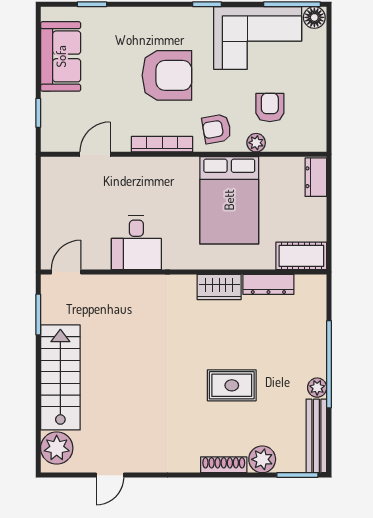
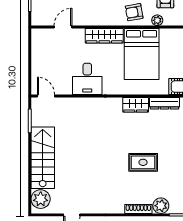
bookcase: (162, 144) -> (102, 21), removed
wardrobe: (166, 169) -> (104, 36), added
door: (66, 272) -> (46, 96), hinge flipped

